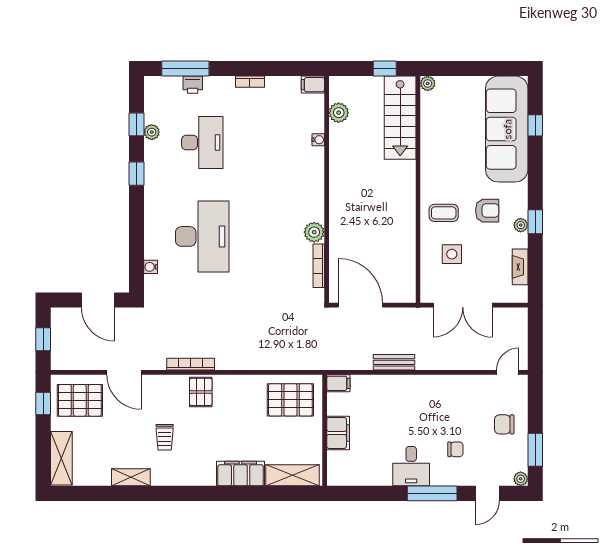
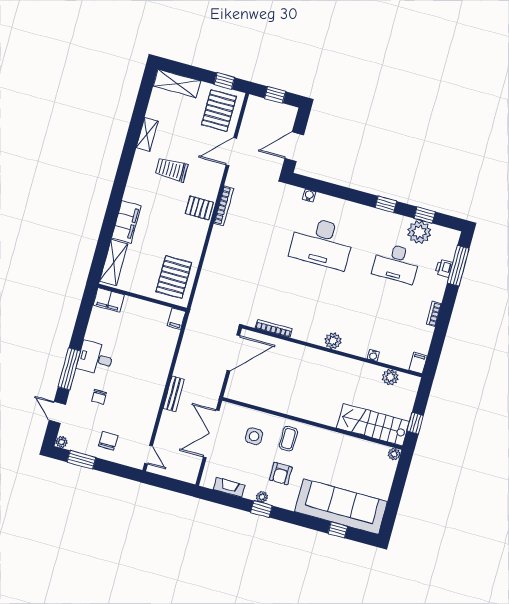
plant: (152, 132) -> (419, 232), width x1.87, depth x1.87
plant: (314, 232) -> (333, 341), moved
bench: (394, 362) -> (174, 394), moved
filing cabinet: (338, 433) -> (109, 300), moved
trolley: (165, 437) -> (171, 170), width x1.36, depth x1.39

